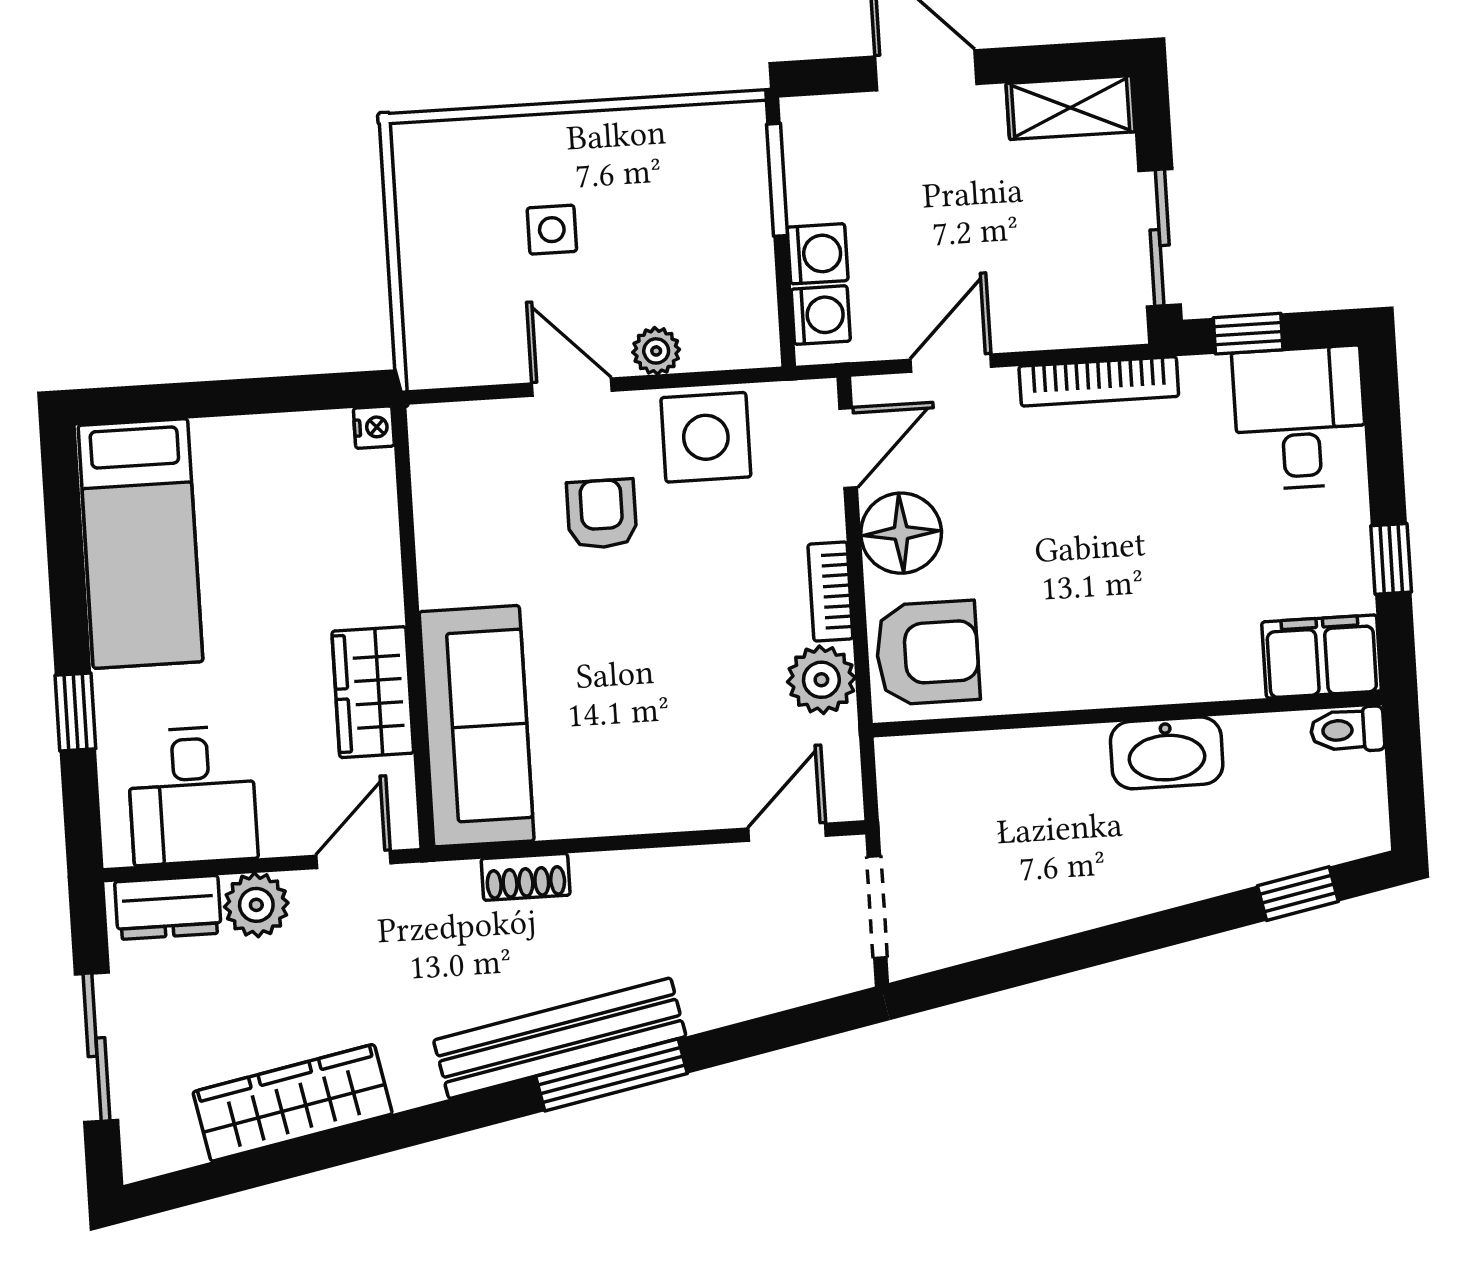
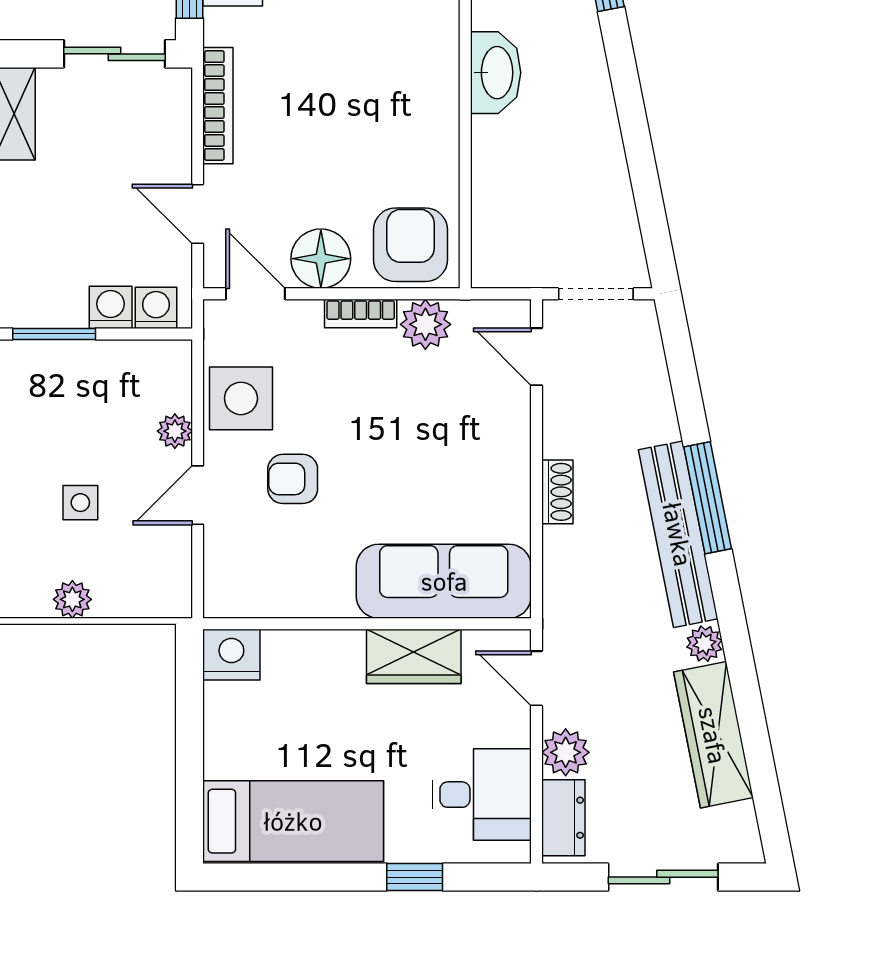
plant: (421, 227) -> (72, 599), added
nightstand: (374, 427) -> (231, 655), width x1.89, depth x1.79
shoe rack: (526, 877) -> (557, 492), moved
plant: (415, 1083) -> (704, 644), added

